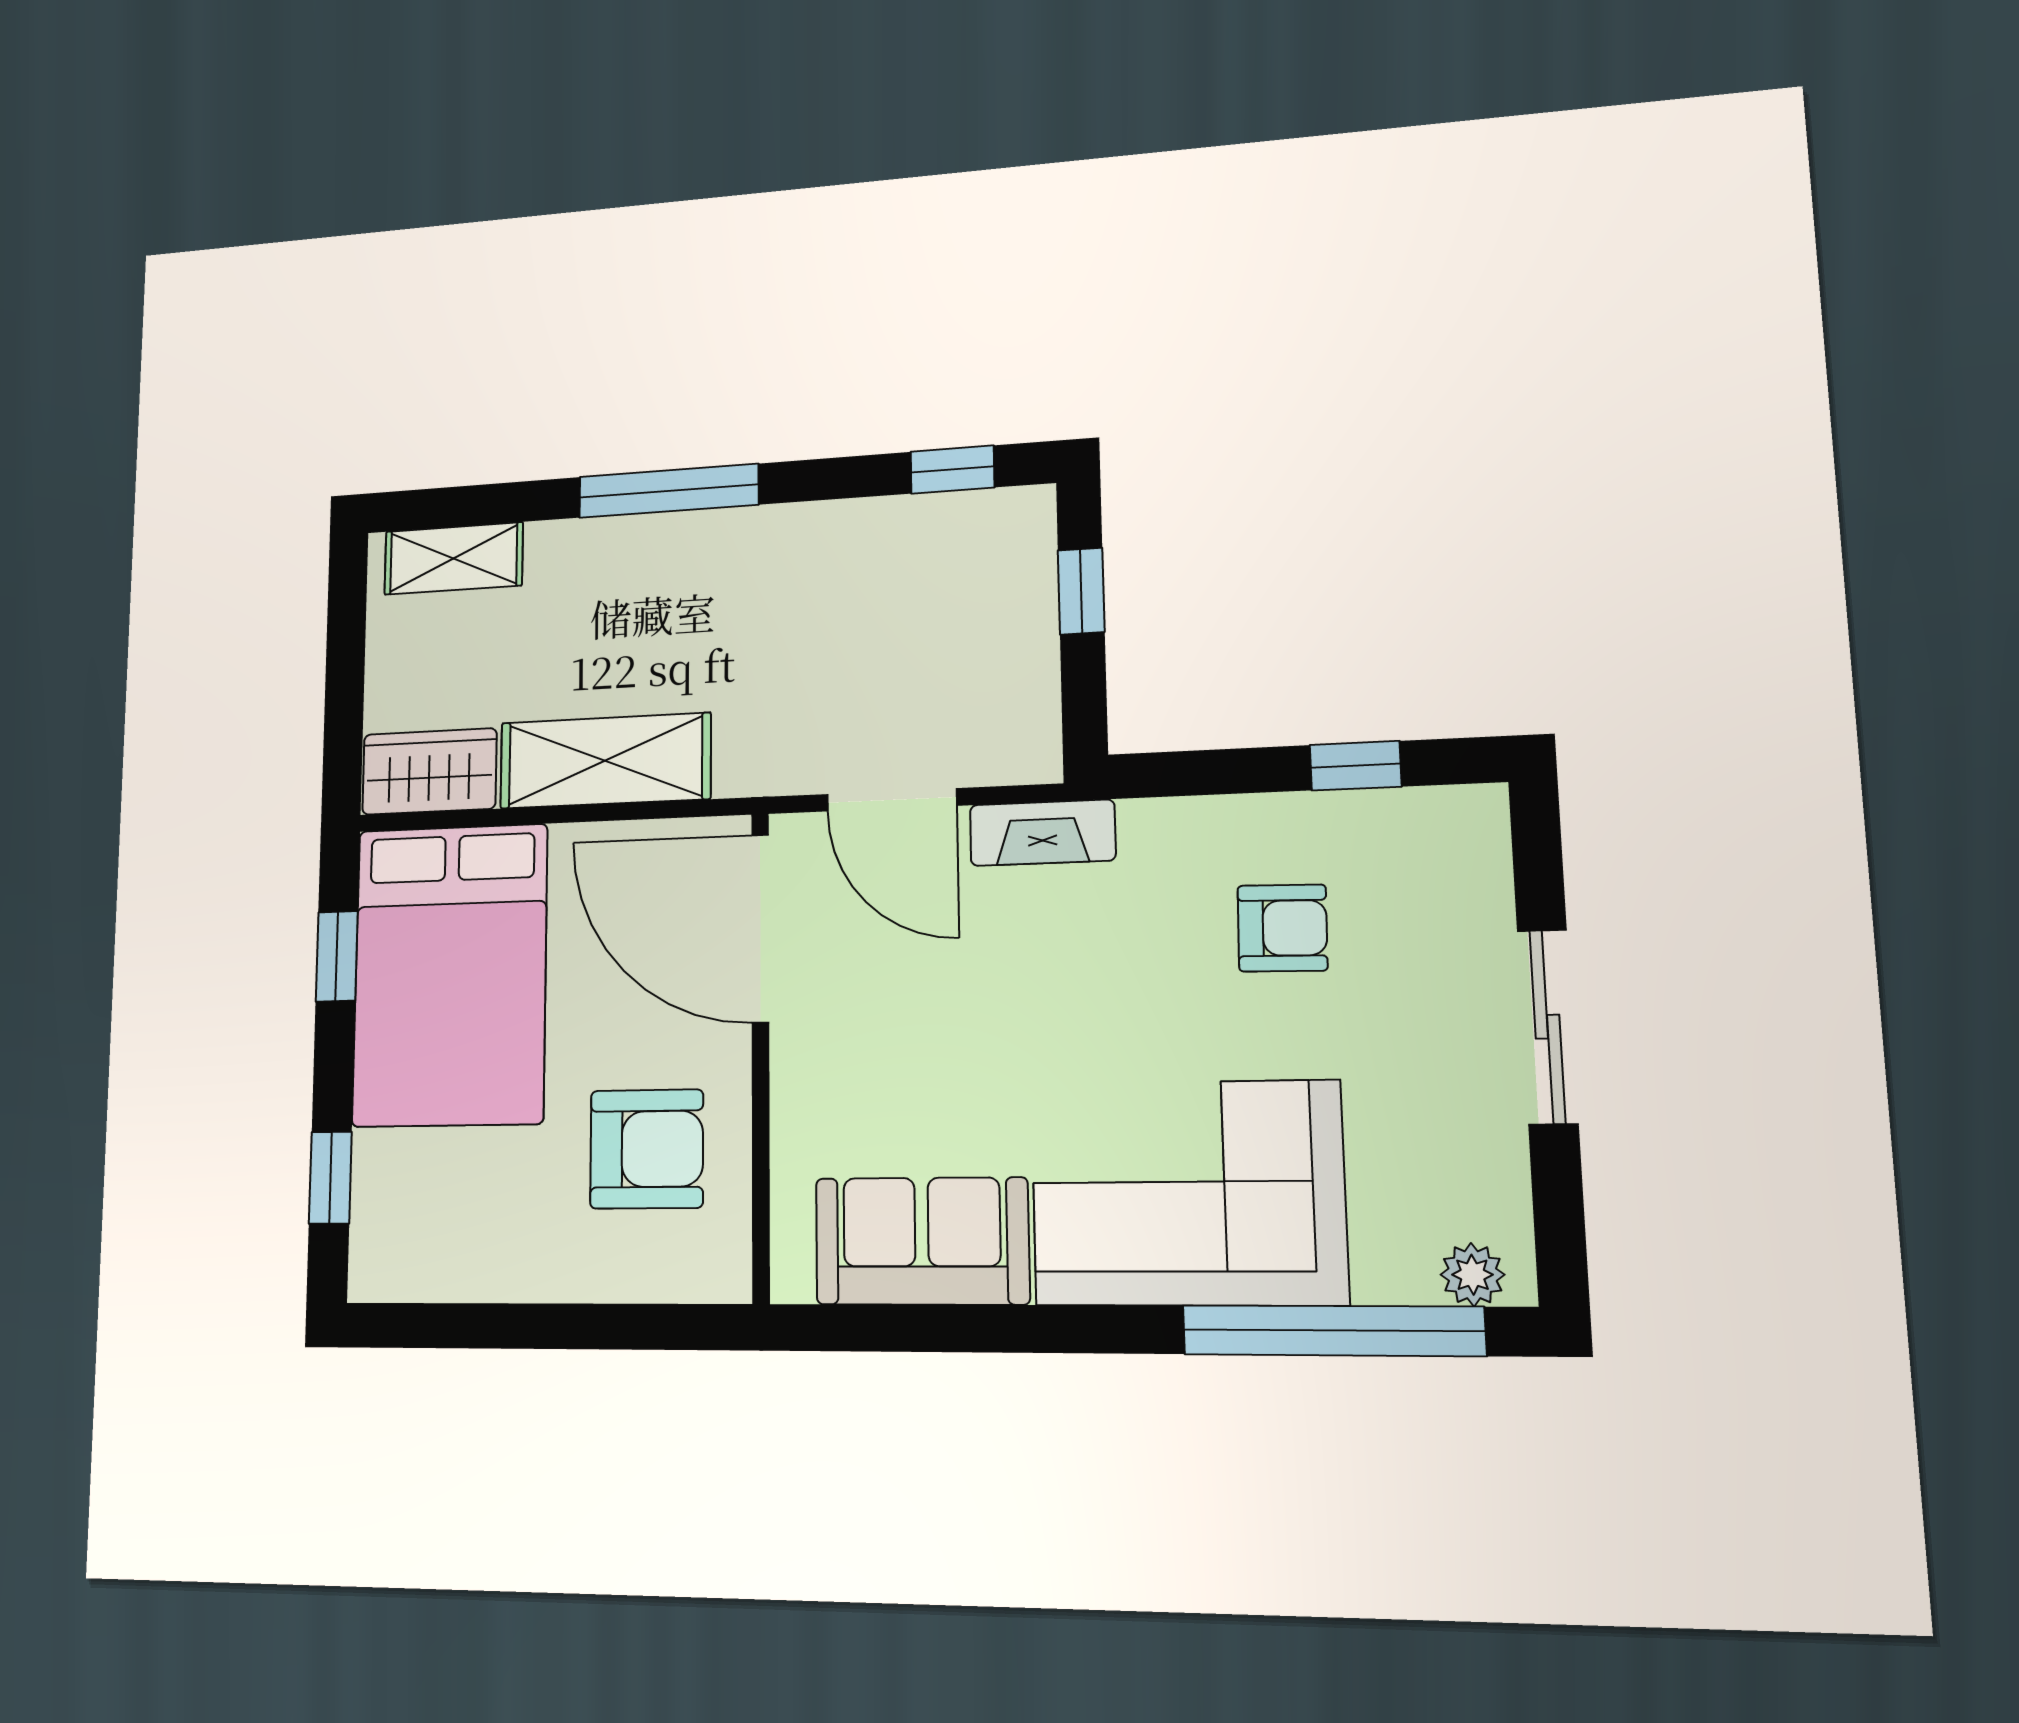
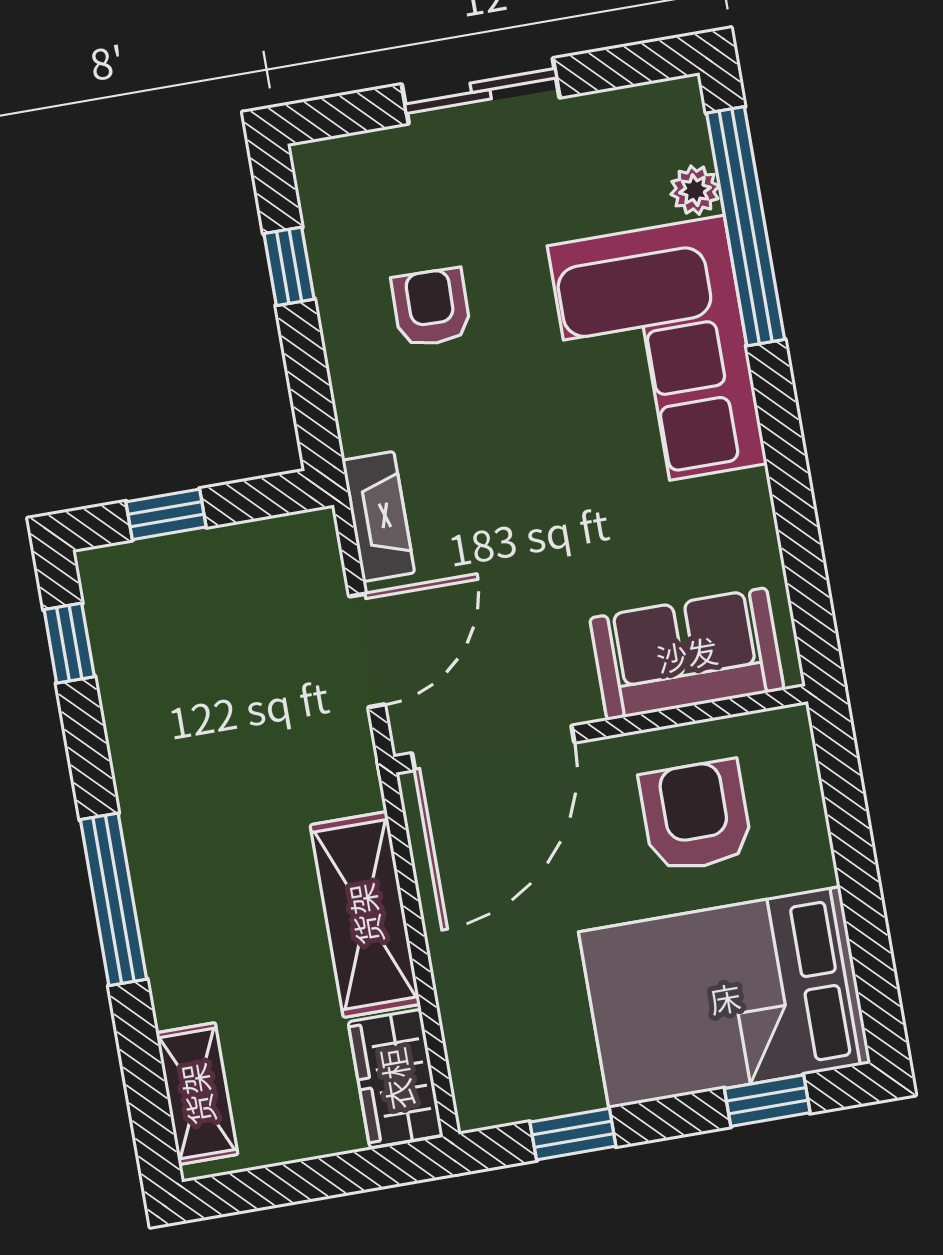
bed: (450, 975) -> (725, 998), moved, turned 180
sofa: (922, 1241) -> (687, 654), moved, turned 90
plant: (1472, 1275) -> (695, 190), moved

